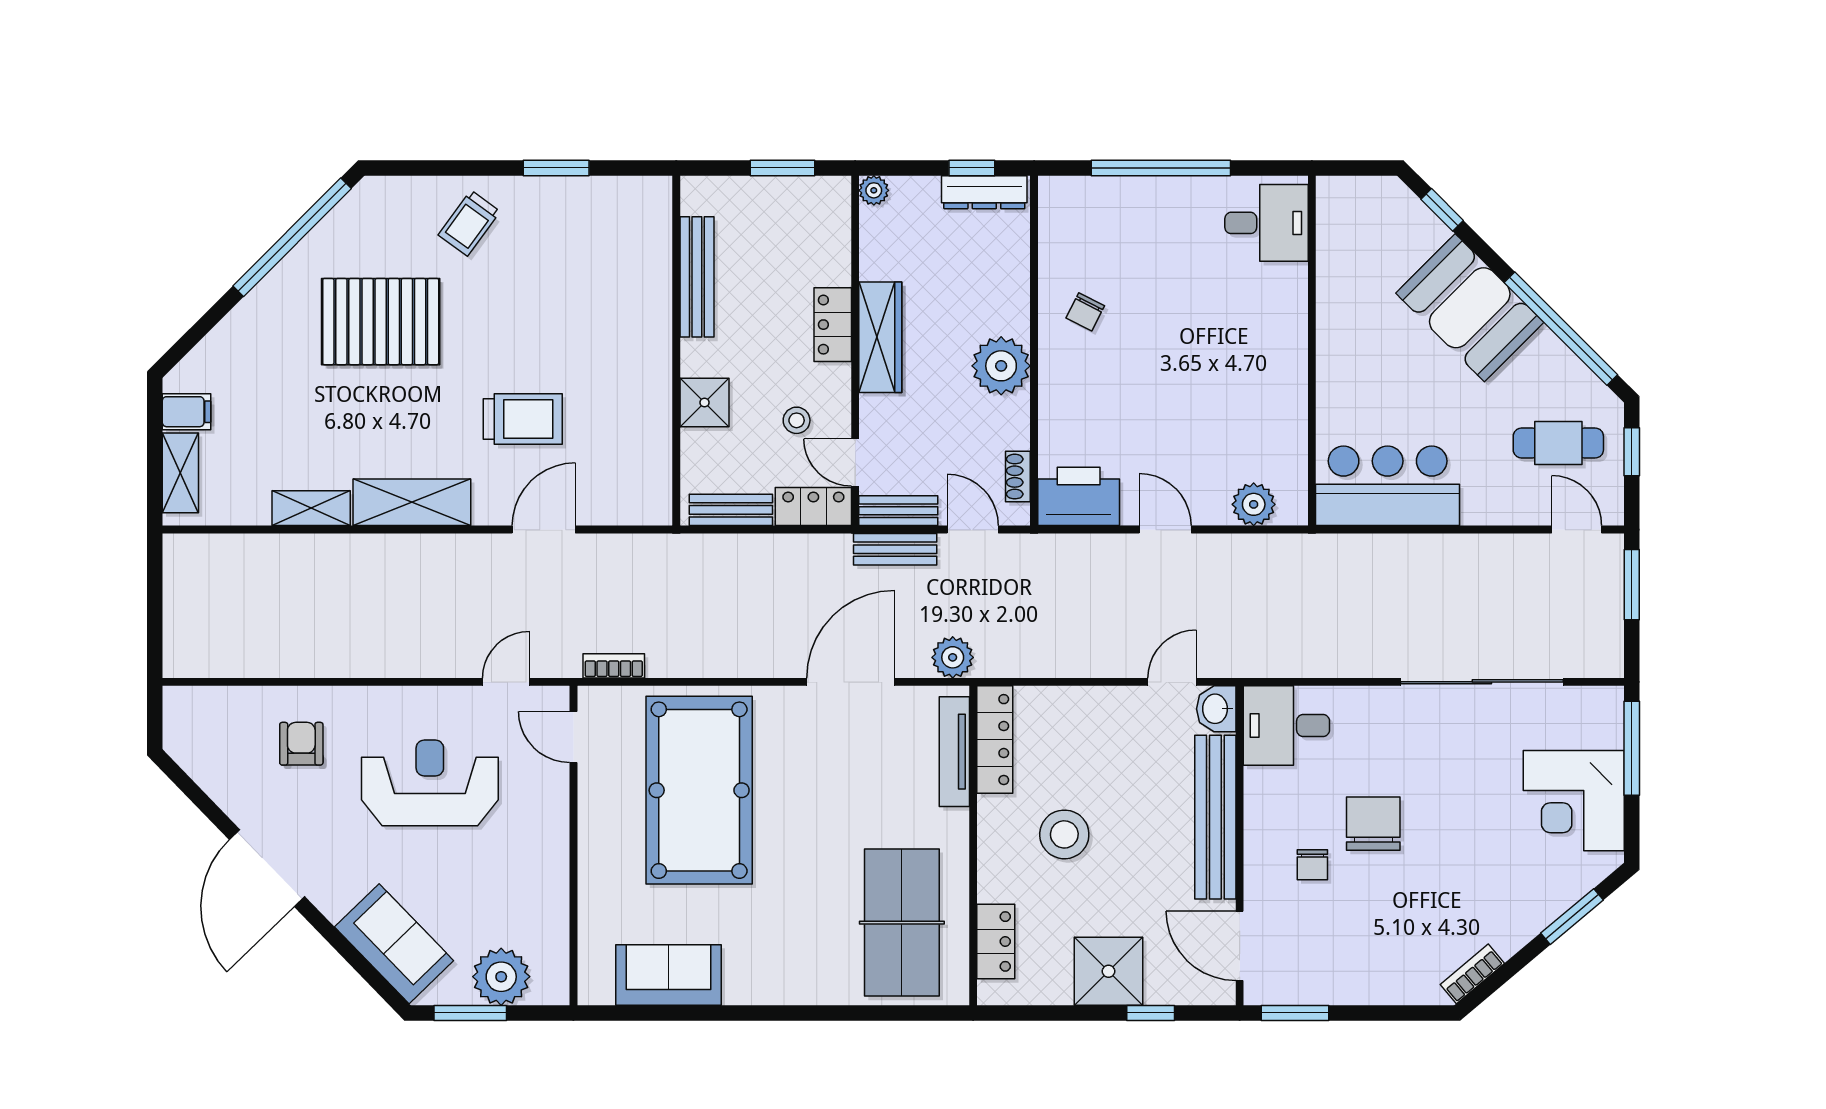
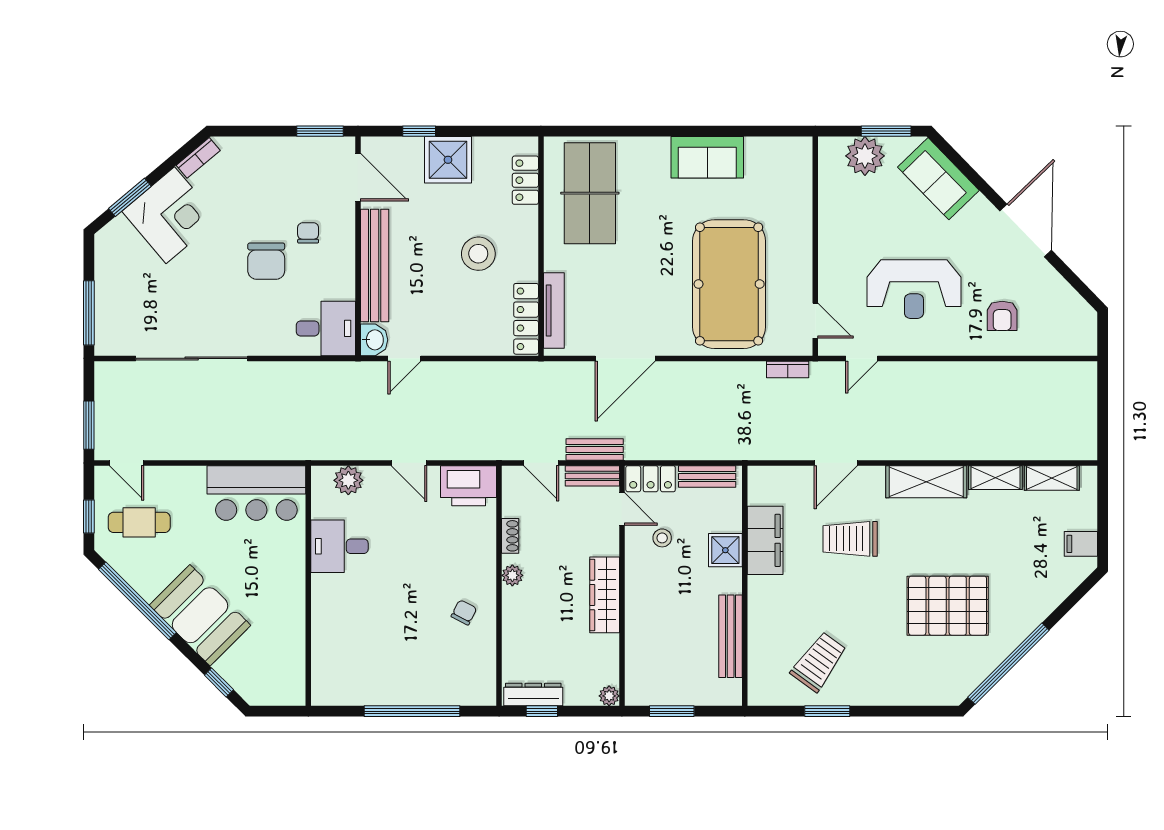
trolley: (469, 223) -> (819, 662), moved, width x1.36, depth x1.39
desk: (1267, 223) -> (339, 546), moved
locker: (833, 325) -> (637, 604), removed
plant: (1001, 366) -> (512, 575), width x0.53, depth x0.53
filing cabinet: (647, 417) -> (765, 540), added
shelving: (180, 473) -> (1052, 478), moved, turned 90
shoe rack: (1018, 477) -> (510, 536), moved
plant: (953, 657) -> (555, 375), removed
corner desk: (1574, 801) -> (170, 215), moved, turned 50
sofa: (669, 975) -> (707, 157), moved

